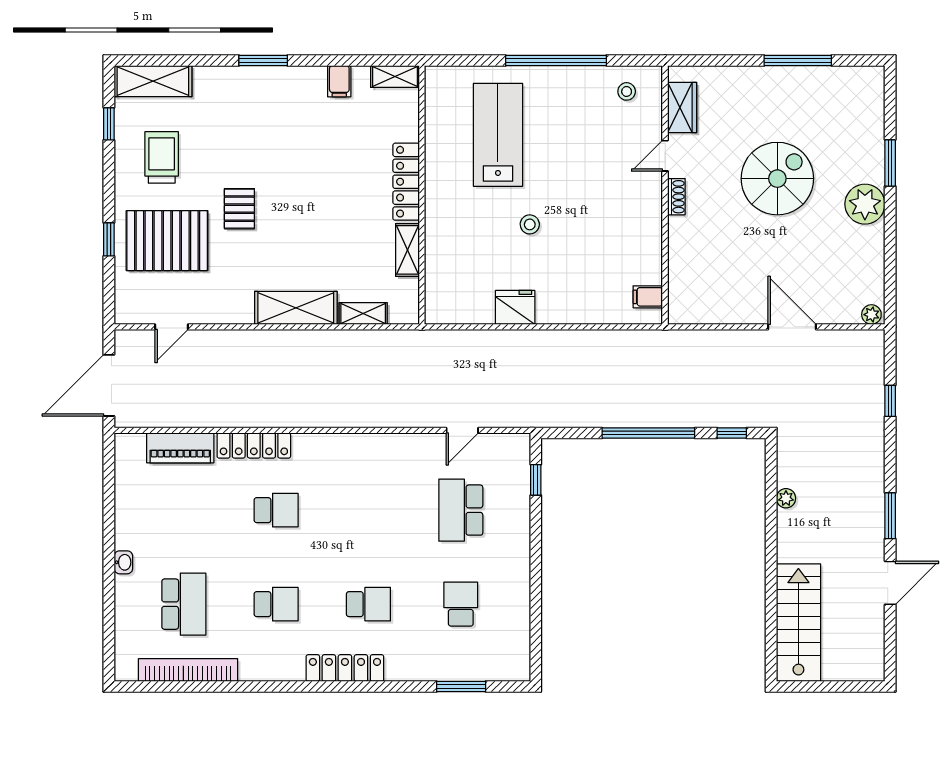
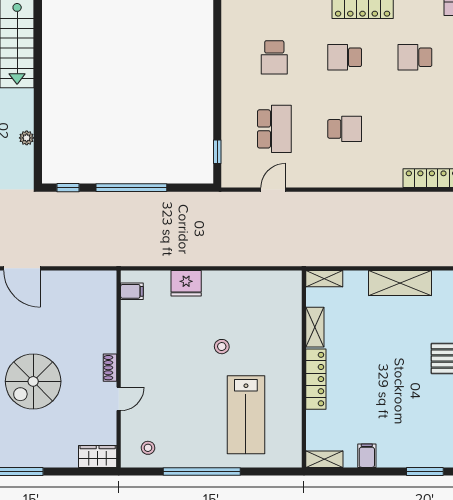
wardrobe: (682, 107) -> (98, 456), moved, turned 90
fridge: (515, 307) -> (186, 283), moved
shelving: (363, 313) -> (324, 279), moved
school desk: (276, 510) -> (345, 129), moved, turned 180

